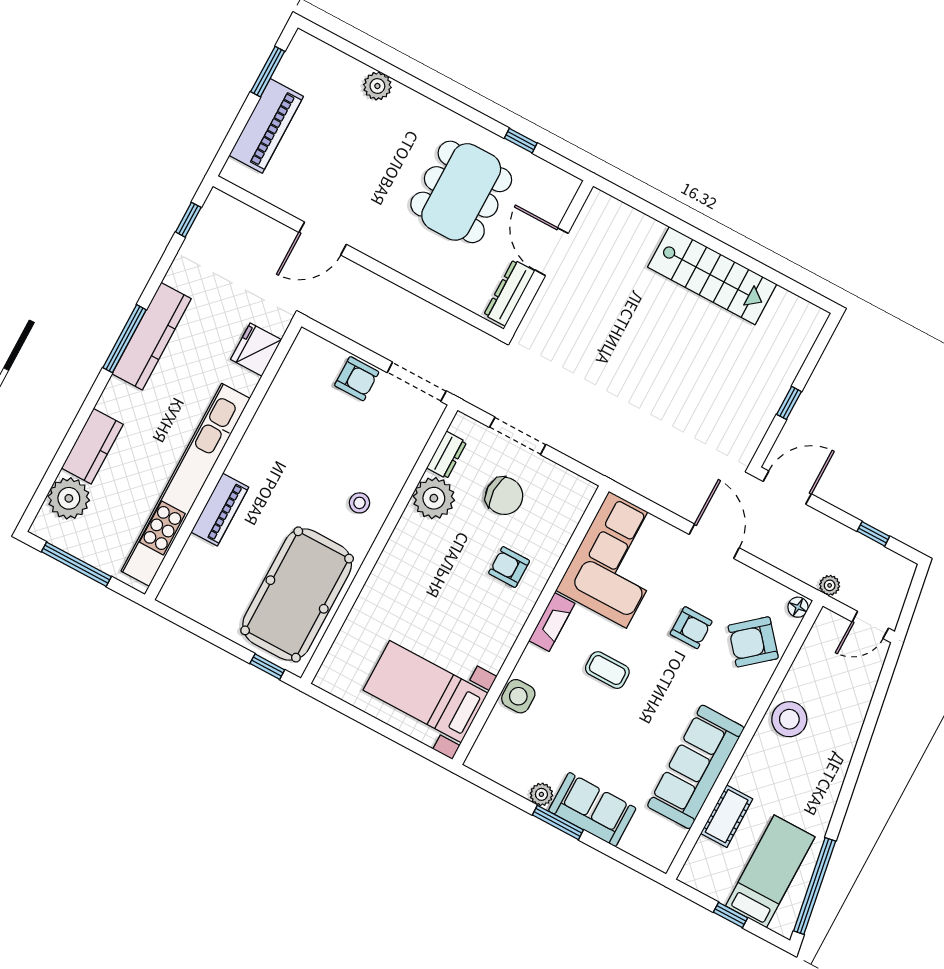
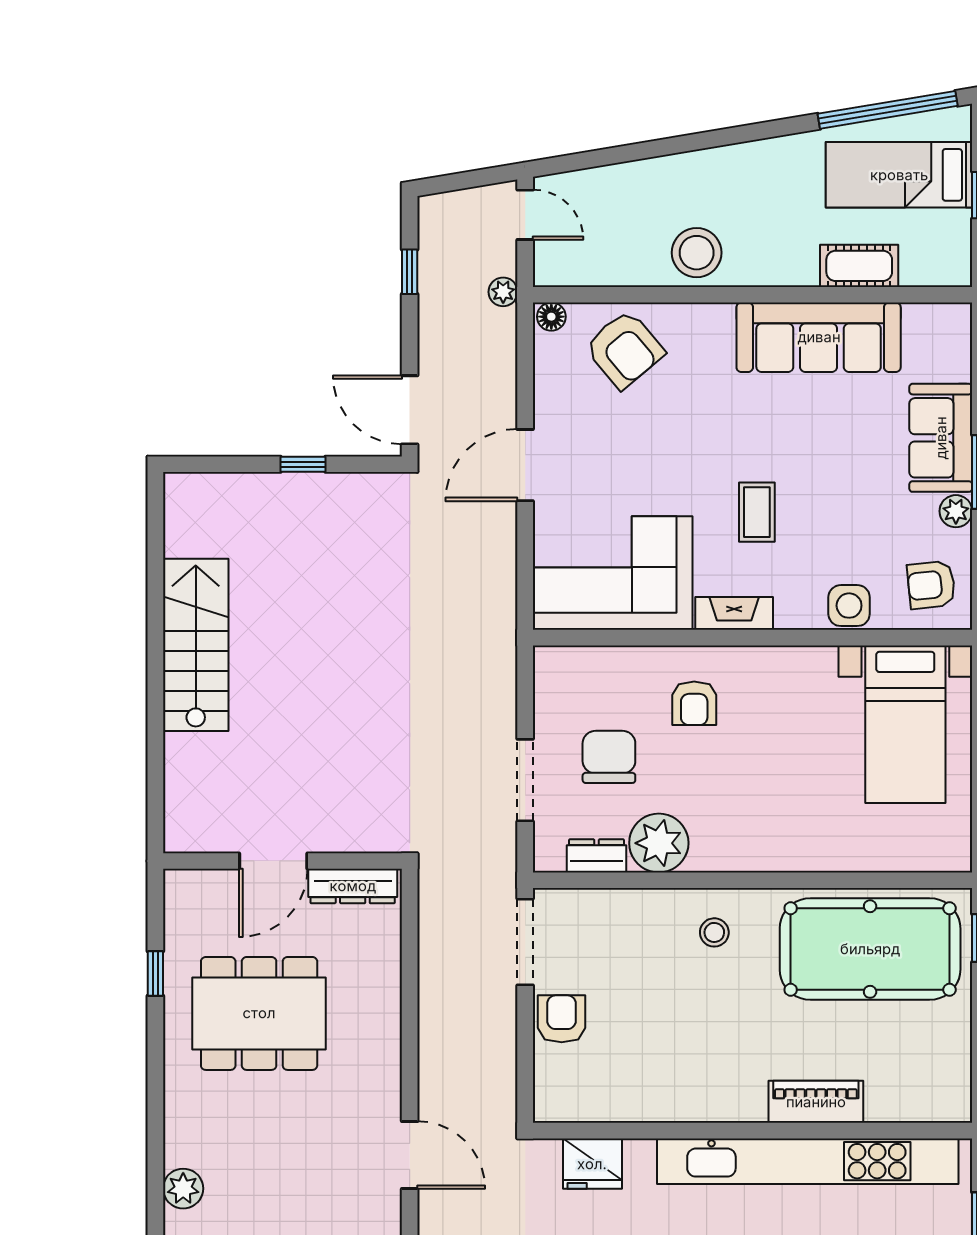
armchair: (691, 628) -> (931, 585), moved, turned -96

